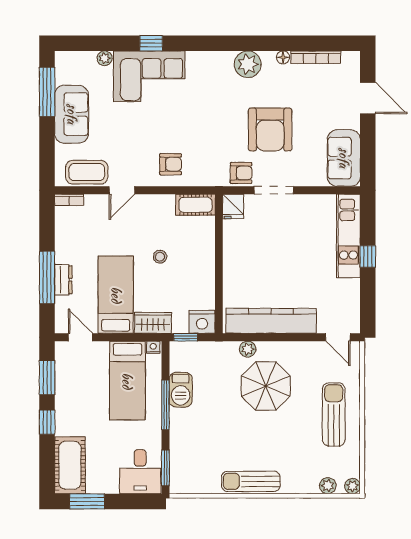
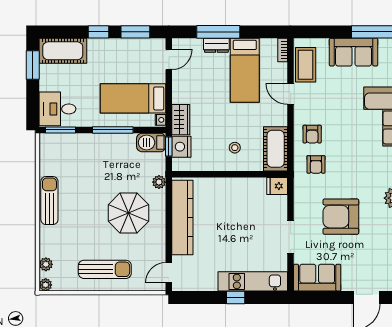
armchair: (241, 173) -> (316, 164), moved
doorway: (274, 190) -> (291, 237), moved
cot: (195, 205) -> (276, 149), width x1.37, depth x1.34
stool: (160, 257) -> (235, 148), moved
bed: (116, 295) -> (245, 70), moved, turned 90
nightstand: (202, 322) -> (181, 147), moved
plant: (248, 349) -> (159, 182), moved
barbecue: (181, 390) -> (151, 143), moved

